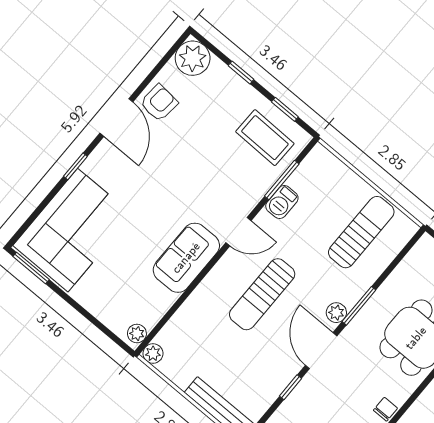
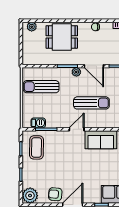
barbecue: (282, 202) -> (38, 123), moved
door: (239, 232) -> (77, 129), hinge flipped
door: (321, 351) -> (94, 66), hinge flipped

